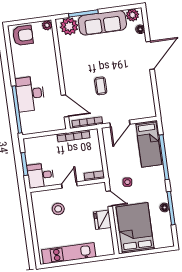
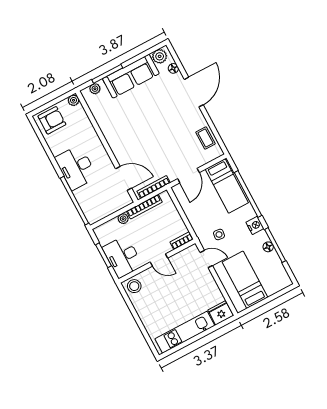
plant: (69, 26) -> (95, 89), width x0.53, depth x0.53
coffee table: (101, 86) -> (205, 138), moved
desk: (30, 94) -> (76, 167), moved
plant: (52, 139) -> (123, 219), added
desk: (41, 175) -> (123, 257), width x1.37
door: (69, 185) -> (159, 260), swing flipped
nightstand: (160, 186) -> (255, 225), added
stool: (58, 209) -> (134, 286), moved
fridge: (102, 220) -> (221, 313), moved, turned 90
bed: (135, 228) -> (245, 280), width x0.67

